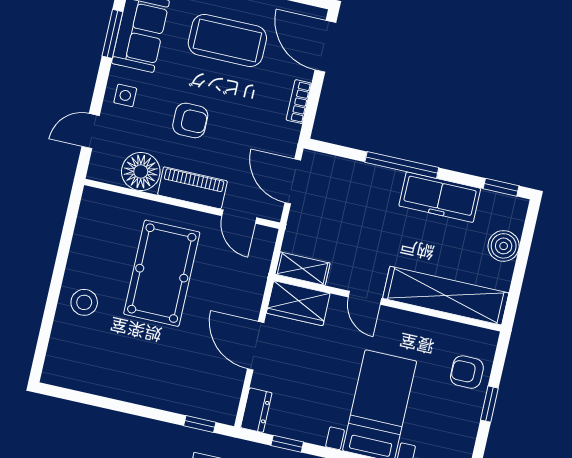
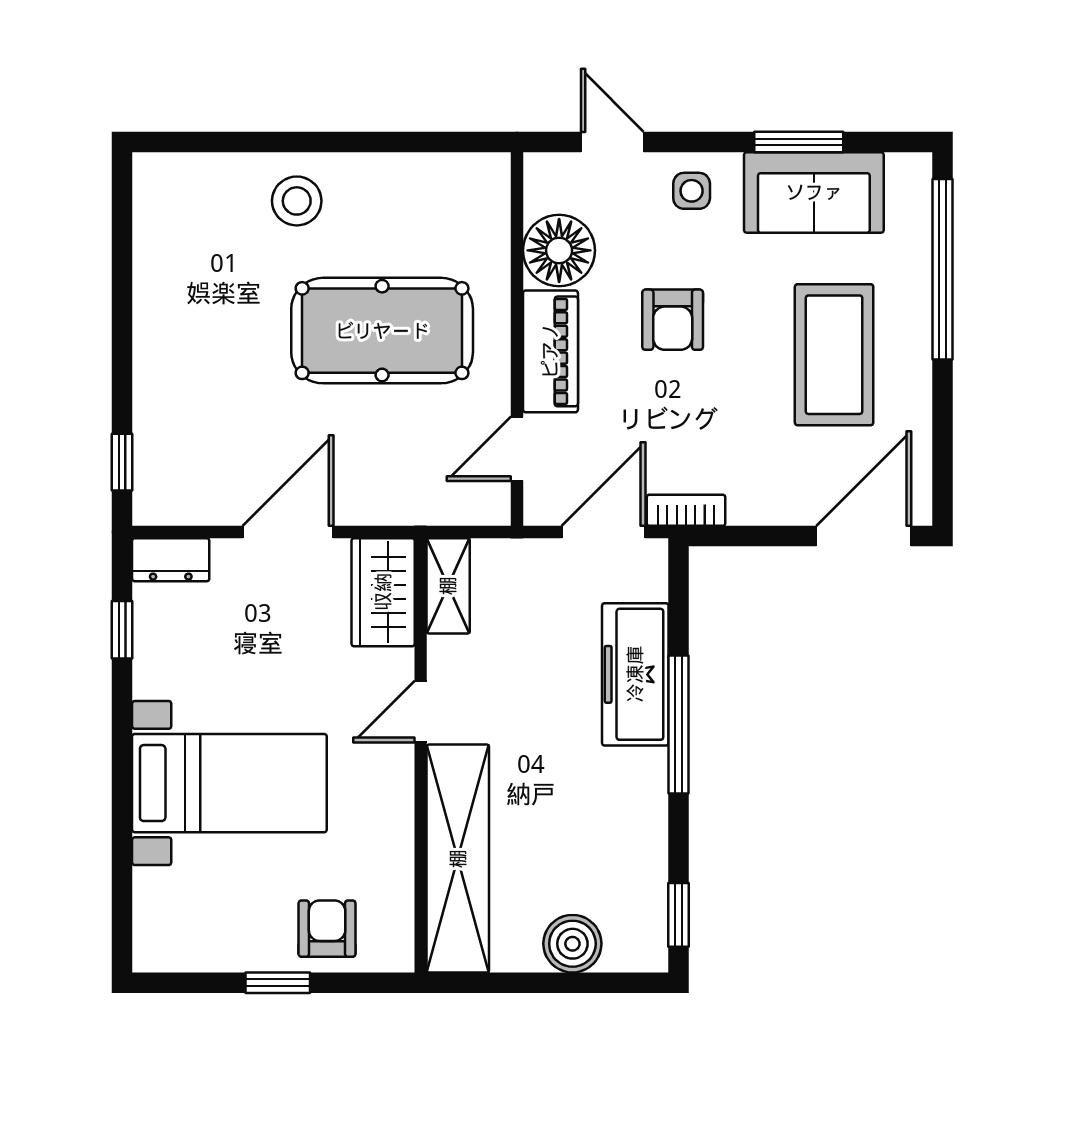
bookcase: (299, 102) -> (686, 510), moved
freezer: (440, 197) -> (635, 674), moved

